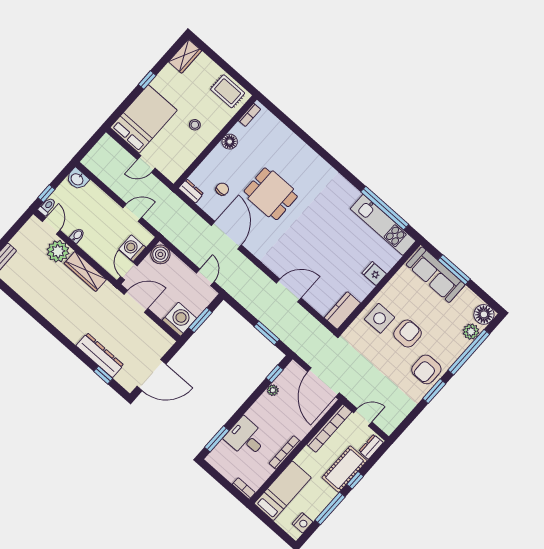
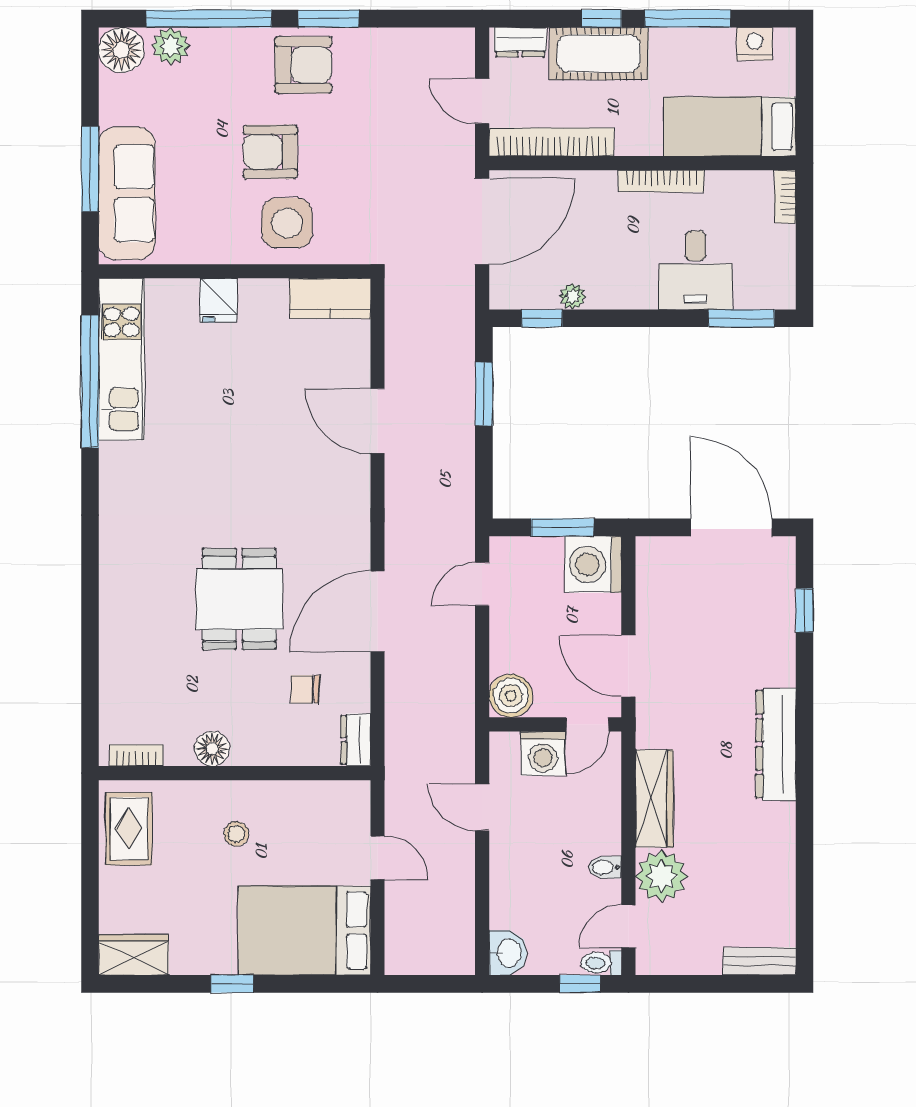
dresser: (100, 355) -> (776, 744), moved

